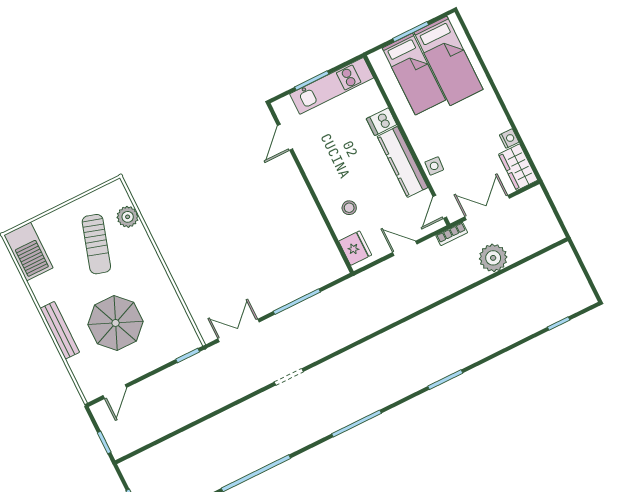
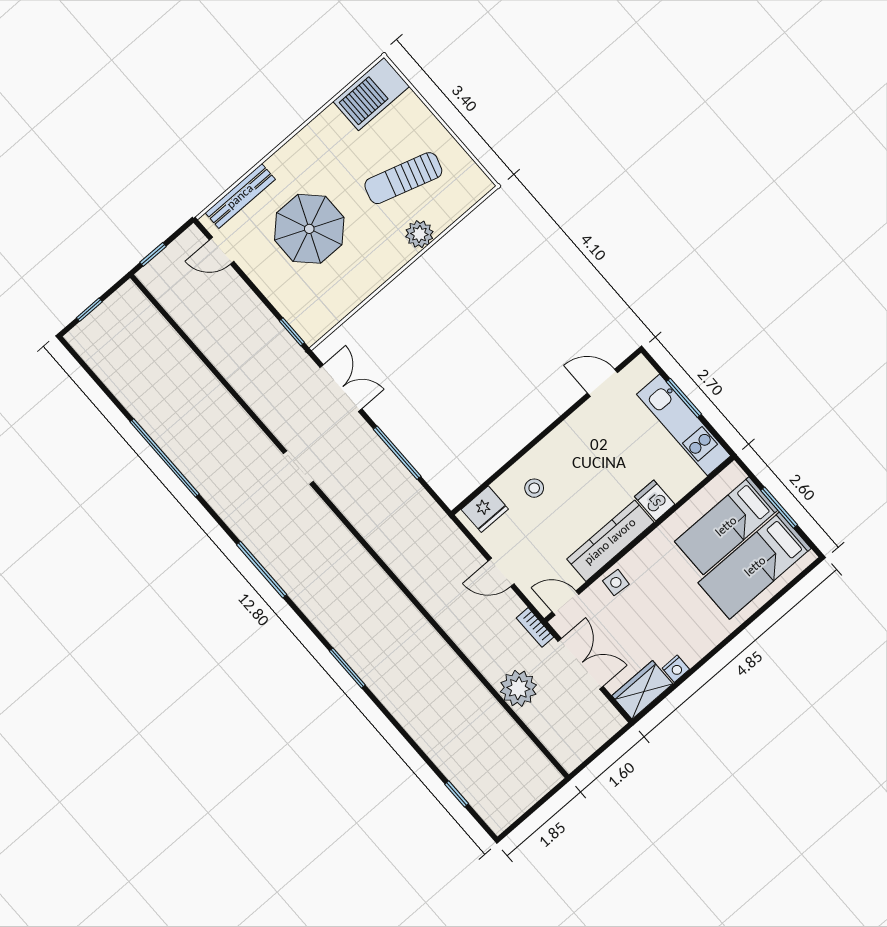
plant: (128, 217) -> (419, 234), moved
door: (405, 248) -> (501, 572), swing flipped
bench: (60, 330) -> (240, 196), moved

